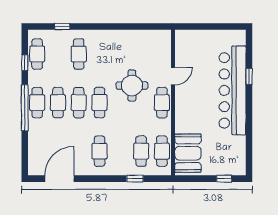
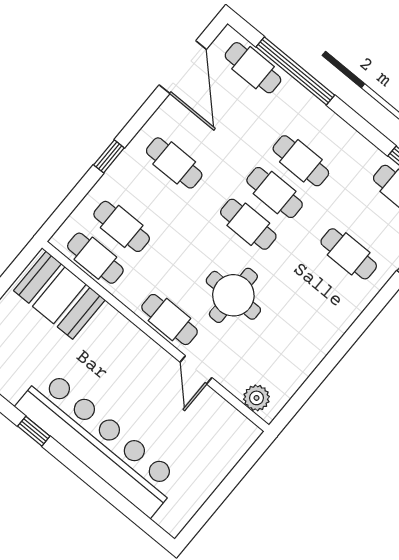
plant: (164, 43) -> (257, 398), added
window: (249, 76) -> (34, 431), moved
cafe table: (37, 103) -> (253, 68), moved
window: (25, 108) -> (295, 71), moved
window: (135, 179) -> (109, 156), moved

